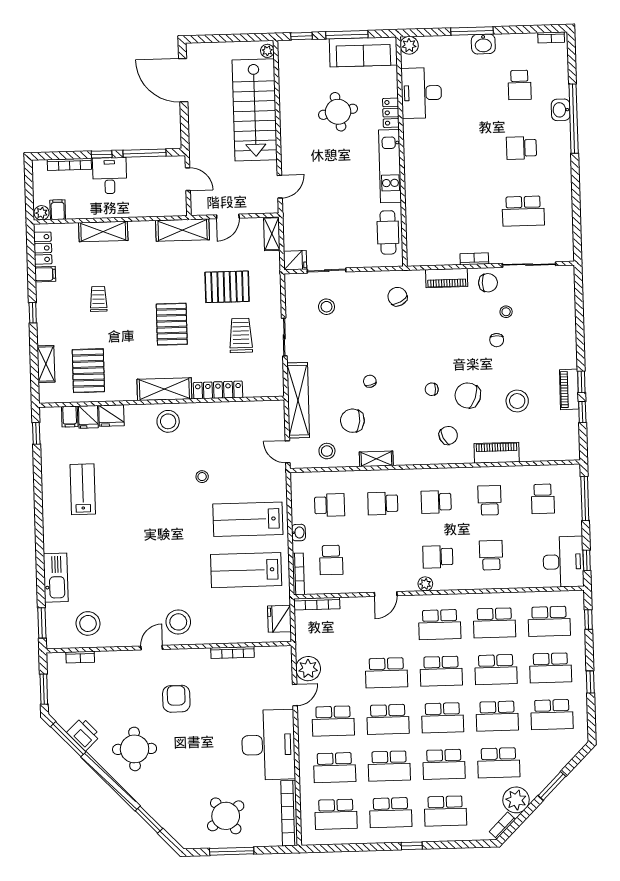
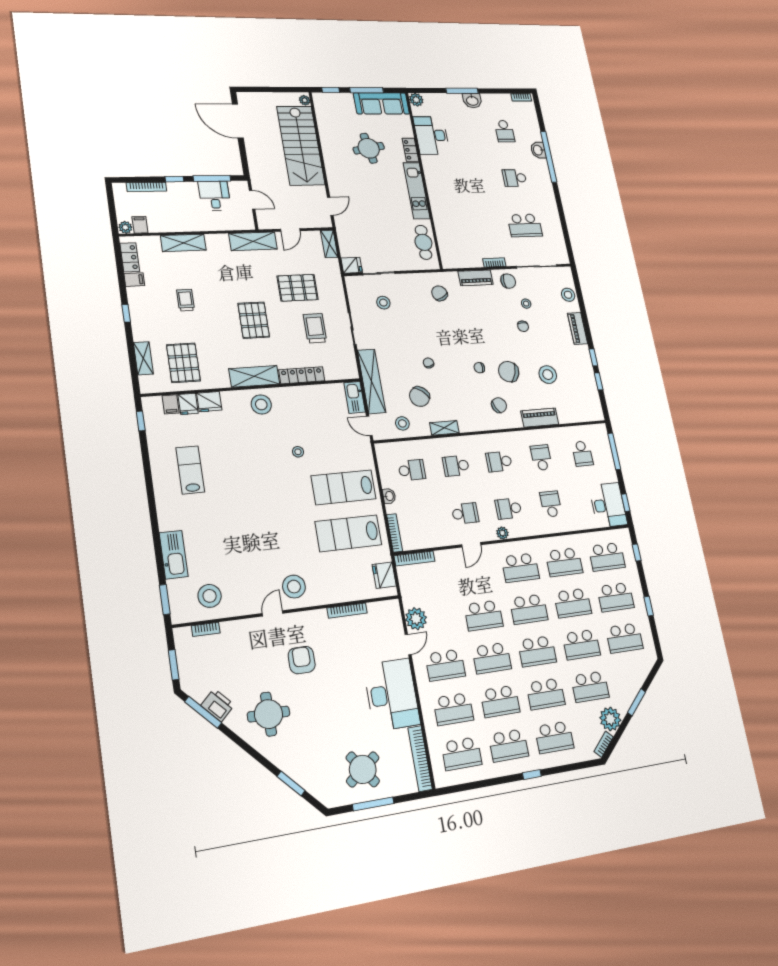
desk: (110, 176) -> (215, 196), moved
stool: (564, 302) -> (568, 295), added
piano: (569, 389) -> (578, 328), moved
kitchen sink: (275, 418) -> (355, 397), added
chair: (352, 421) -> (420, 397), turned -58
school desk: (331, 560) -> (465, 513), moved, turned -90

